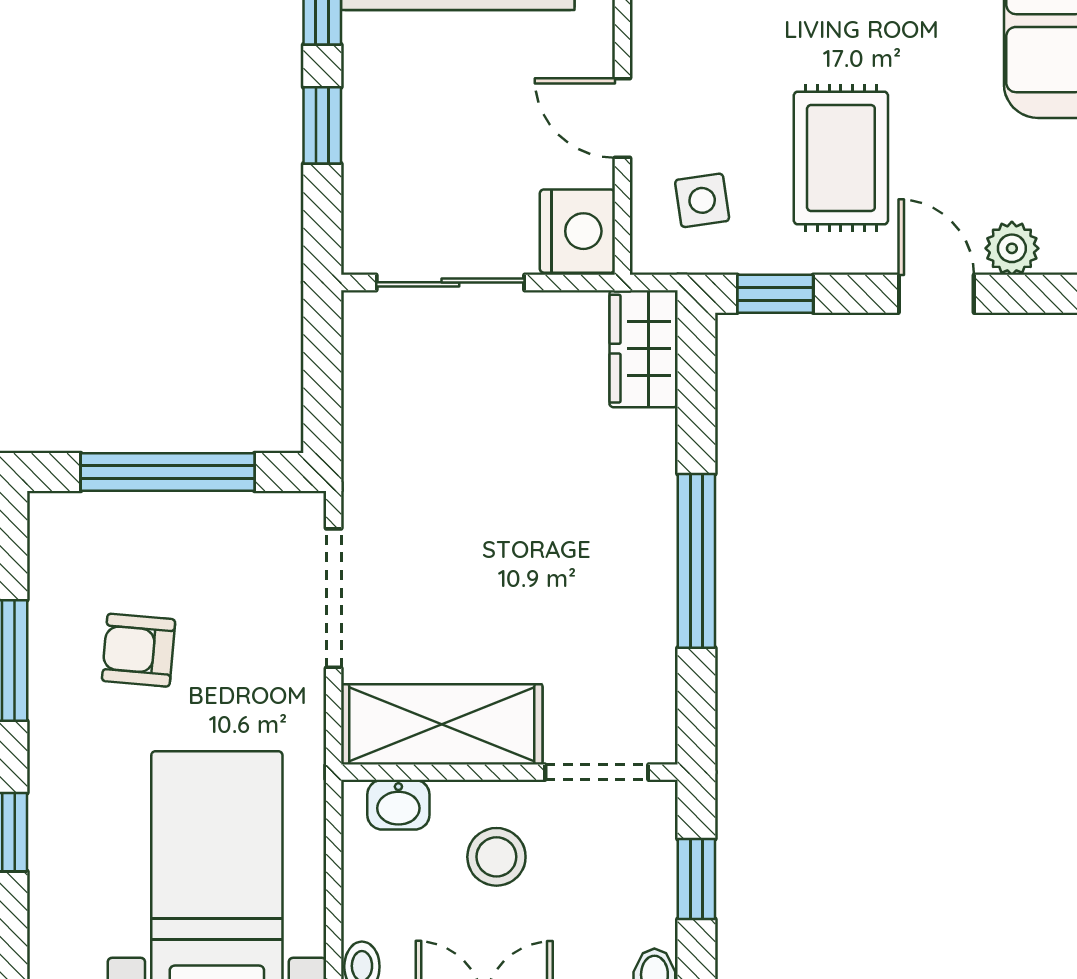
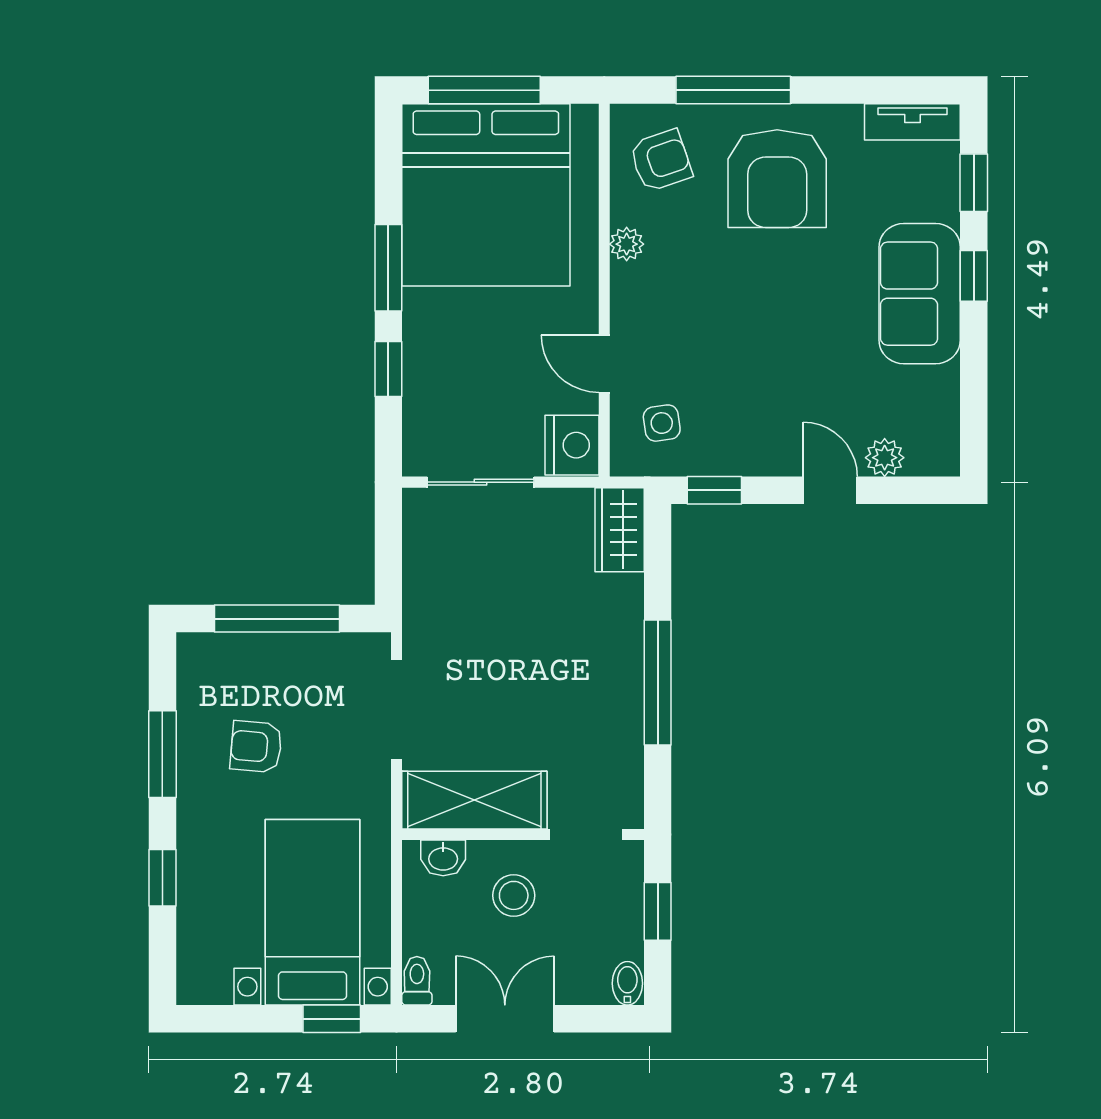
rug: (841, 158) -> (762, 393), removed

